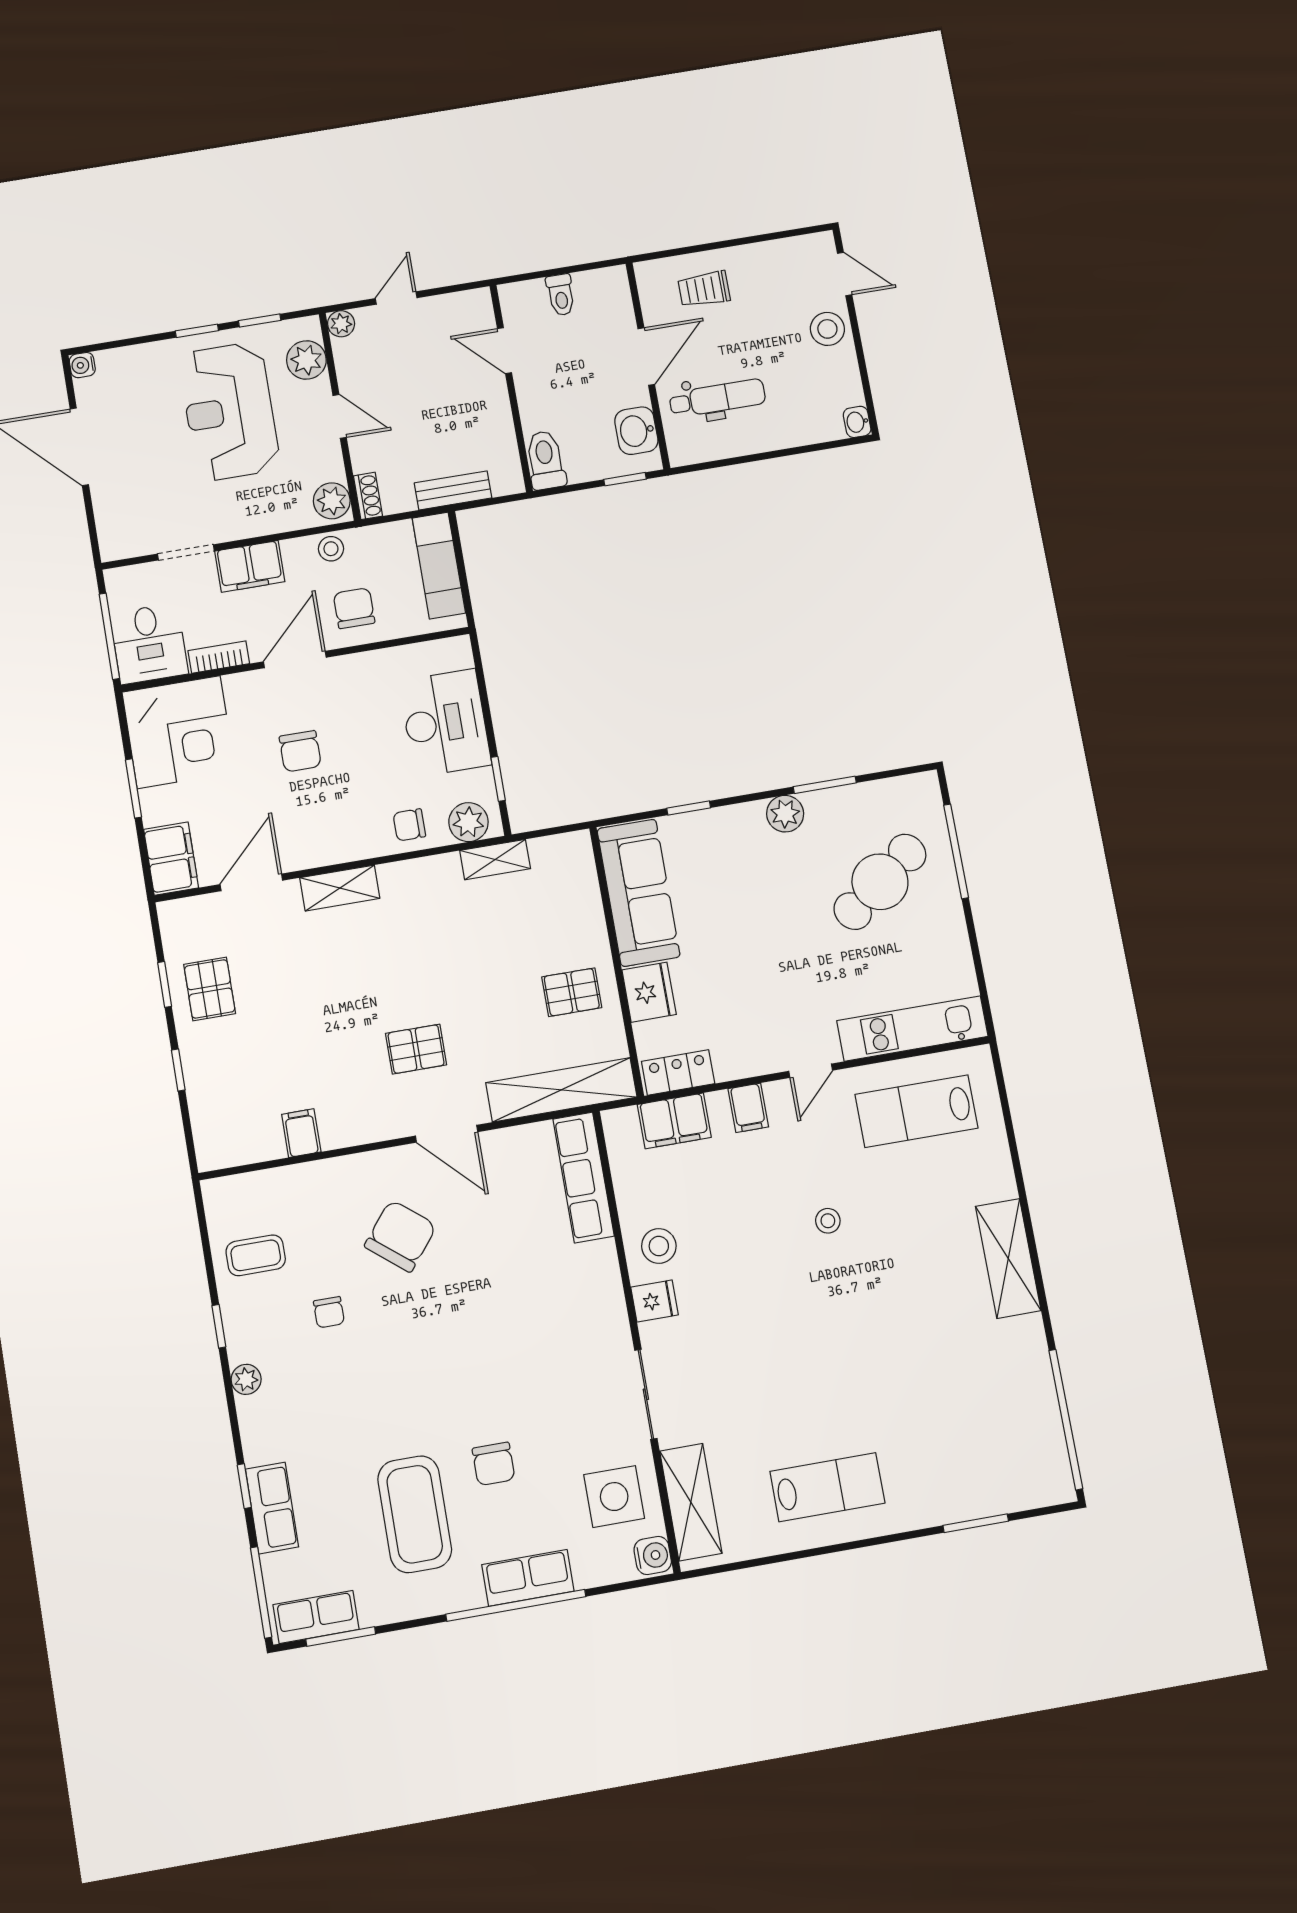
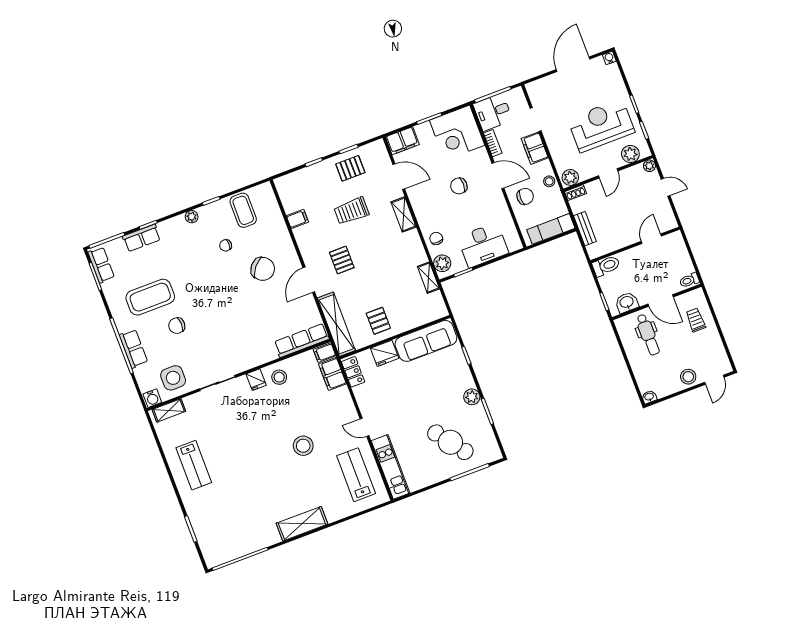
toilet: (561, 295) -> (689, 280), moved
trolley: (308, 1005) -> (351, 211), added
filing cabinet: (748, 1108) -> (325, 353), moved
stool: (828, 1221) -> (303, 446), width x1.89, depth x1.89
coffee table: (256, 1255) -> (243, 210), width x1.36, depth x1.30
shelving: (691, 1502) -> (169, 410), width x0.67, depth x0.75

